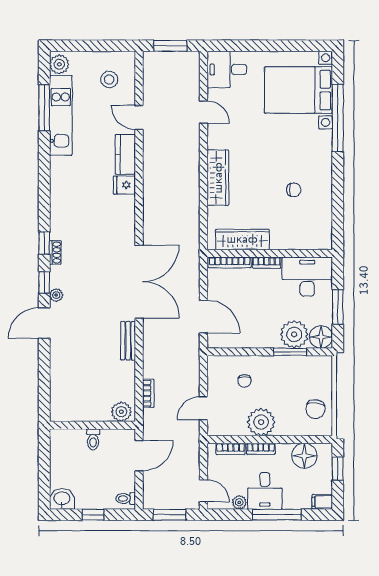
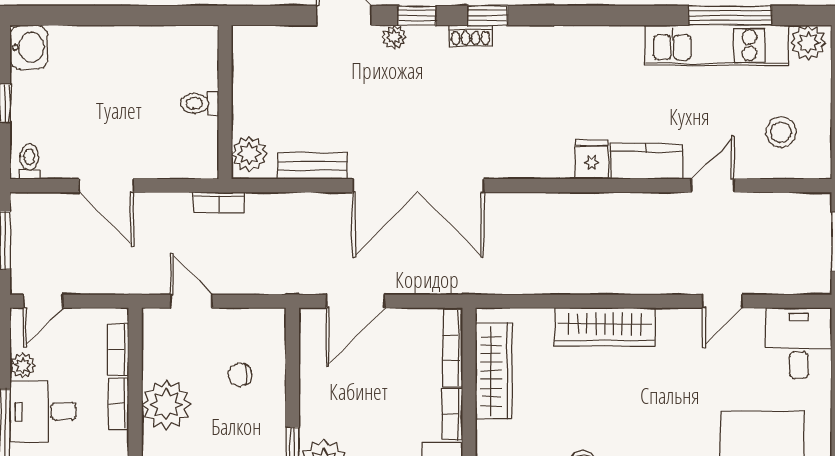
plant: (121, 412) -> (249, 154), moved
wall: (92, 425) -> (225, 102), moved
toilet: (93, 439) -> (200, 103), moved

